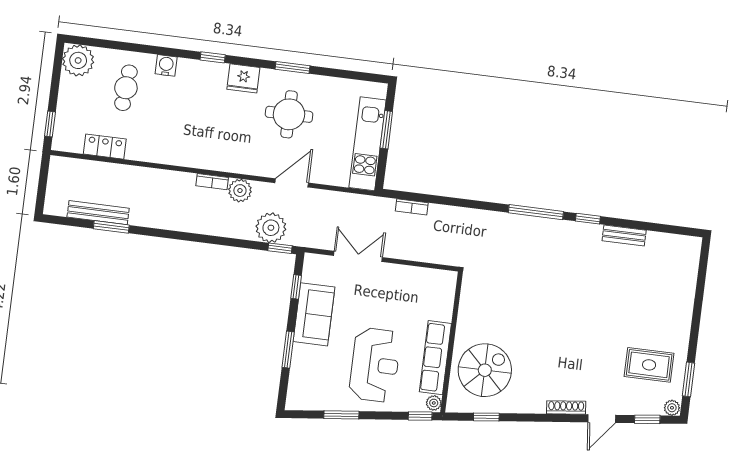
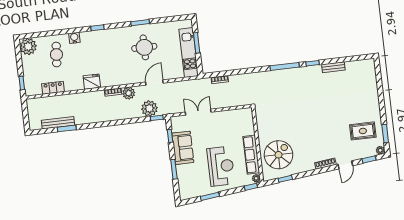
fridge: (243, 78) -> (92, 82), moved, turned 180

